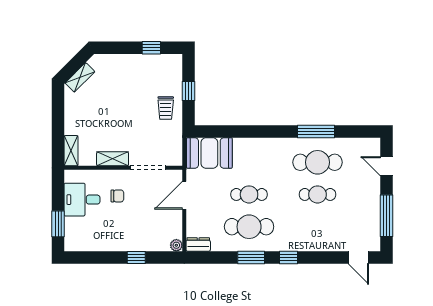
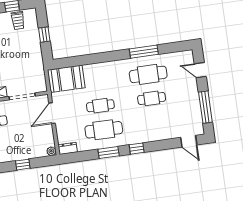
trolley: (166, 108) -> (18, 20), moved

